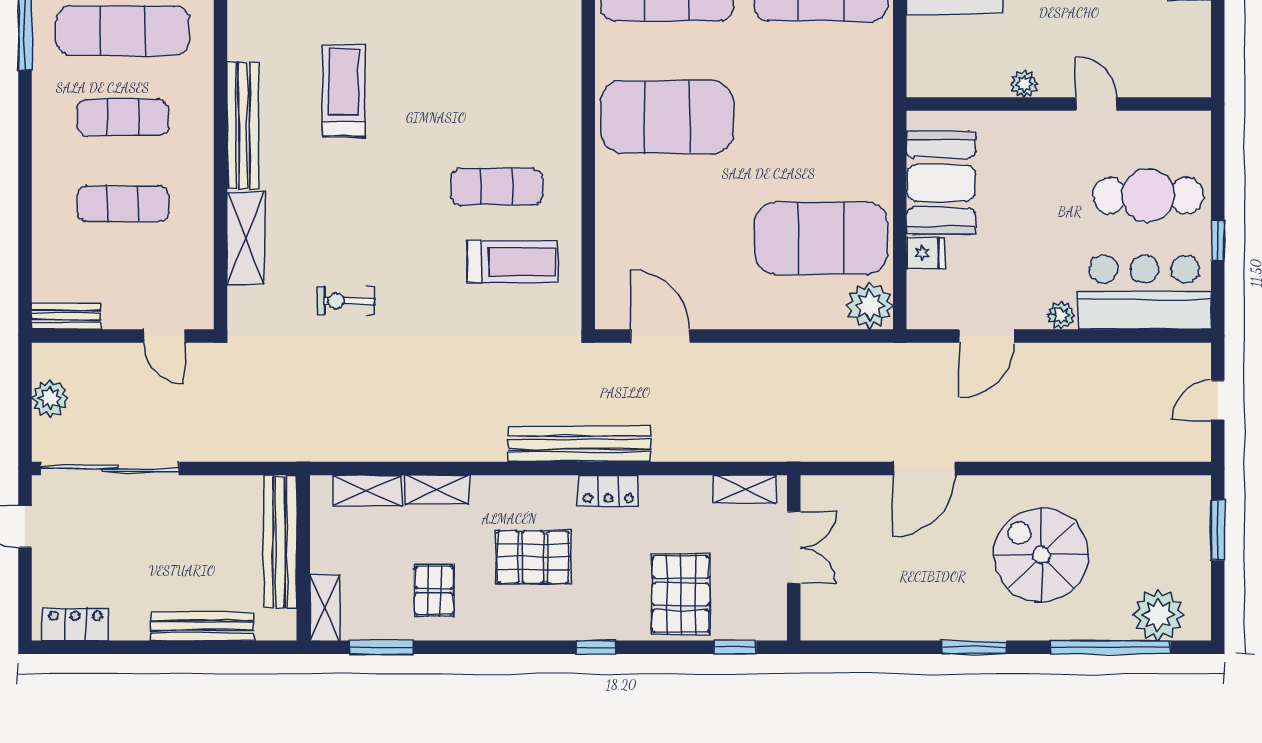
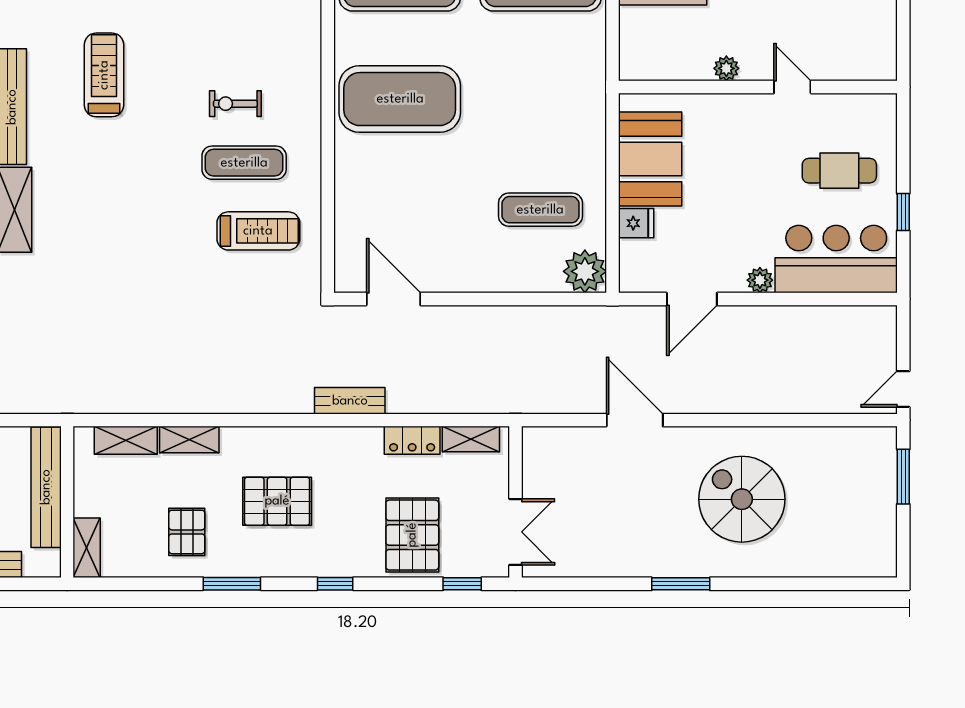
cafe table: (1148, 195) -> (839, 171), width x0.73, depth x0.74
exercise mat: (821, 238) -> (540, 210), width x0.50, depth x0.69
exercise bike: (346, 301) -> (235, 104), moved
door: (1218, 400) -> (903, 389), moved
bench: (579, 444) -> (350, 401), width x0.54, depth x0.82
door: (924, 468) -> (635, 420), swing flipped
locker: (608, 490) -> (412, 440), moved
double door: (794, 548) -> (516, 532), moved
plant: (1158, 615) -> (849, 554), removed
window: (382, 647) -> (232, 584), moved
window: (1110, 647) -> (805, 584), removed

